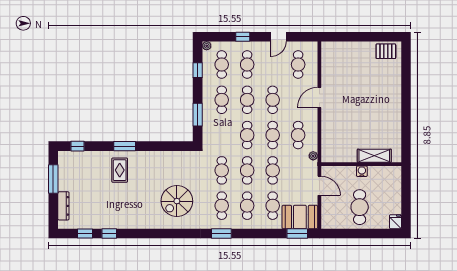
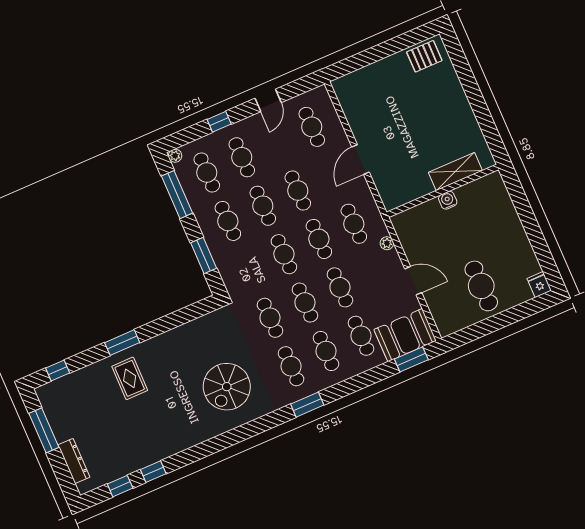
window: (198, 70) -> (177, 195), width x2.17
shelving: (374, 156) -> (455, 171), moved
wall: (361, 164) -> (443, 191), moved
water cooler: (362, 171) -> (448, 200), moved

